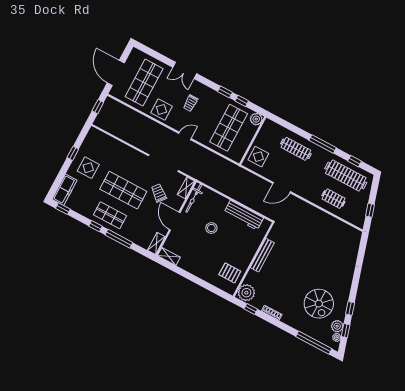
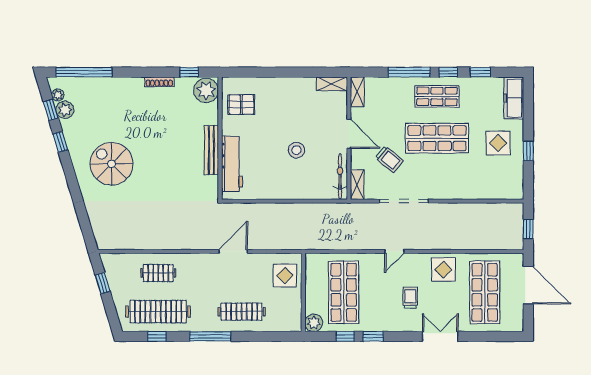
window: (63, 209) -> (480, 72), moved
workbench: (244, 215) -> (232, 164), moved, turned 90
spiral stairs: (319, 304) -> (112, 164), moved

